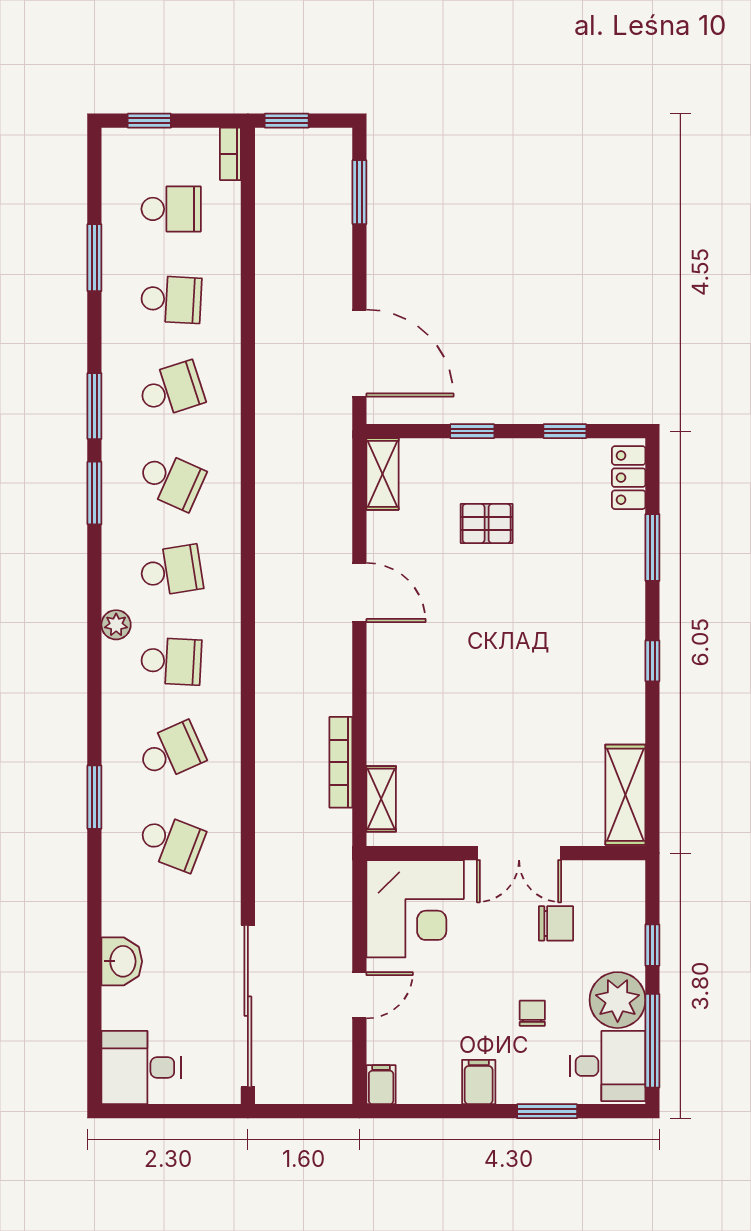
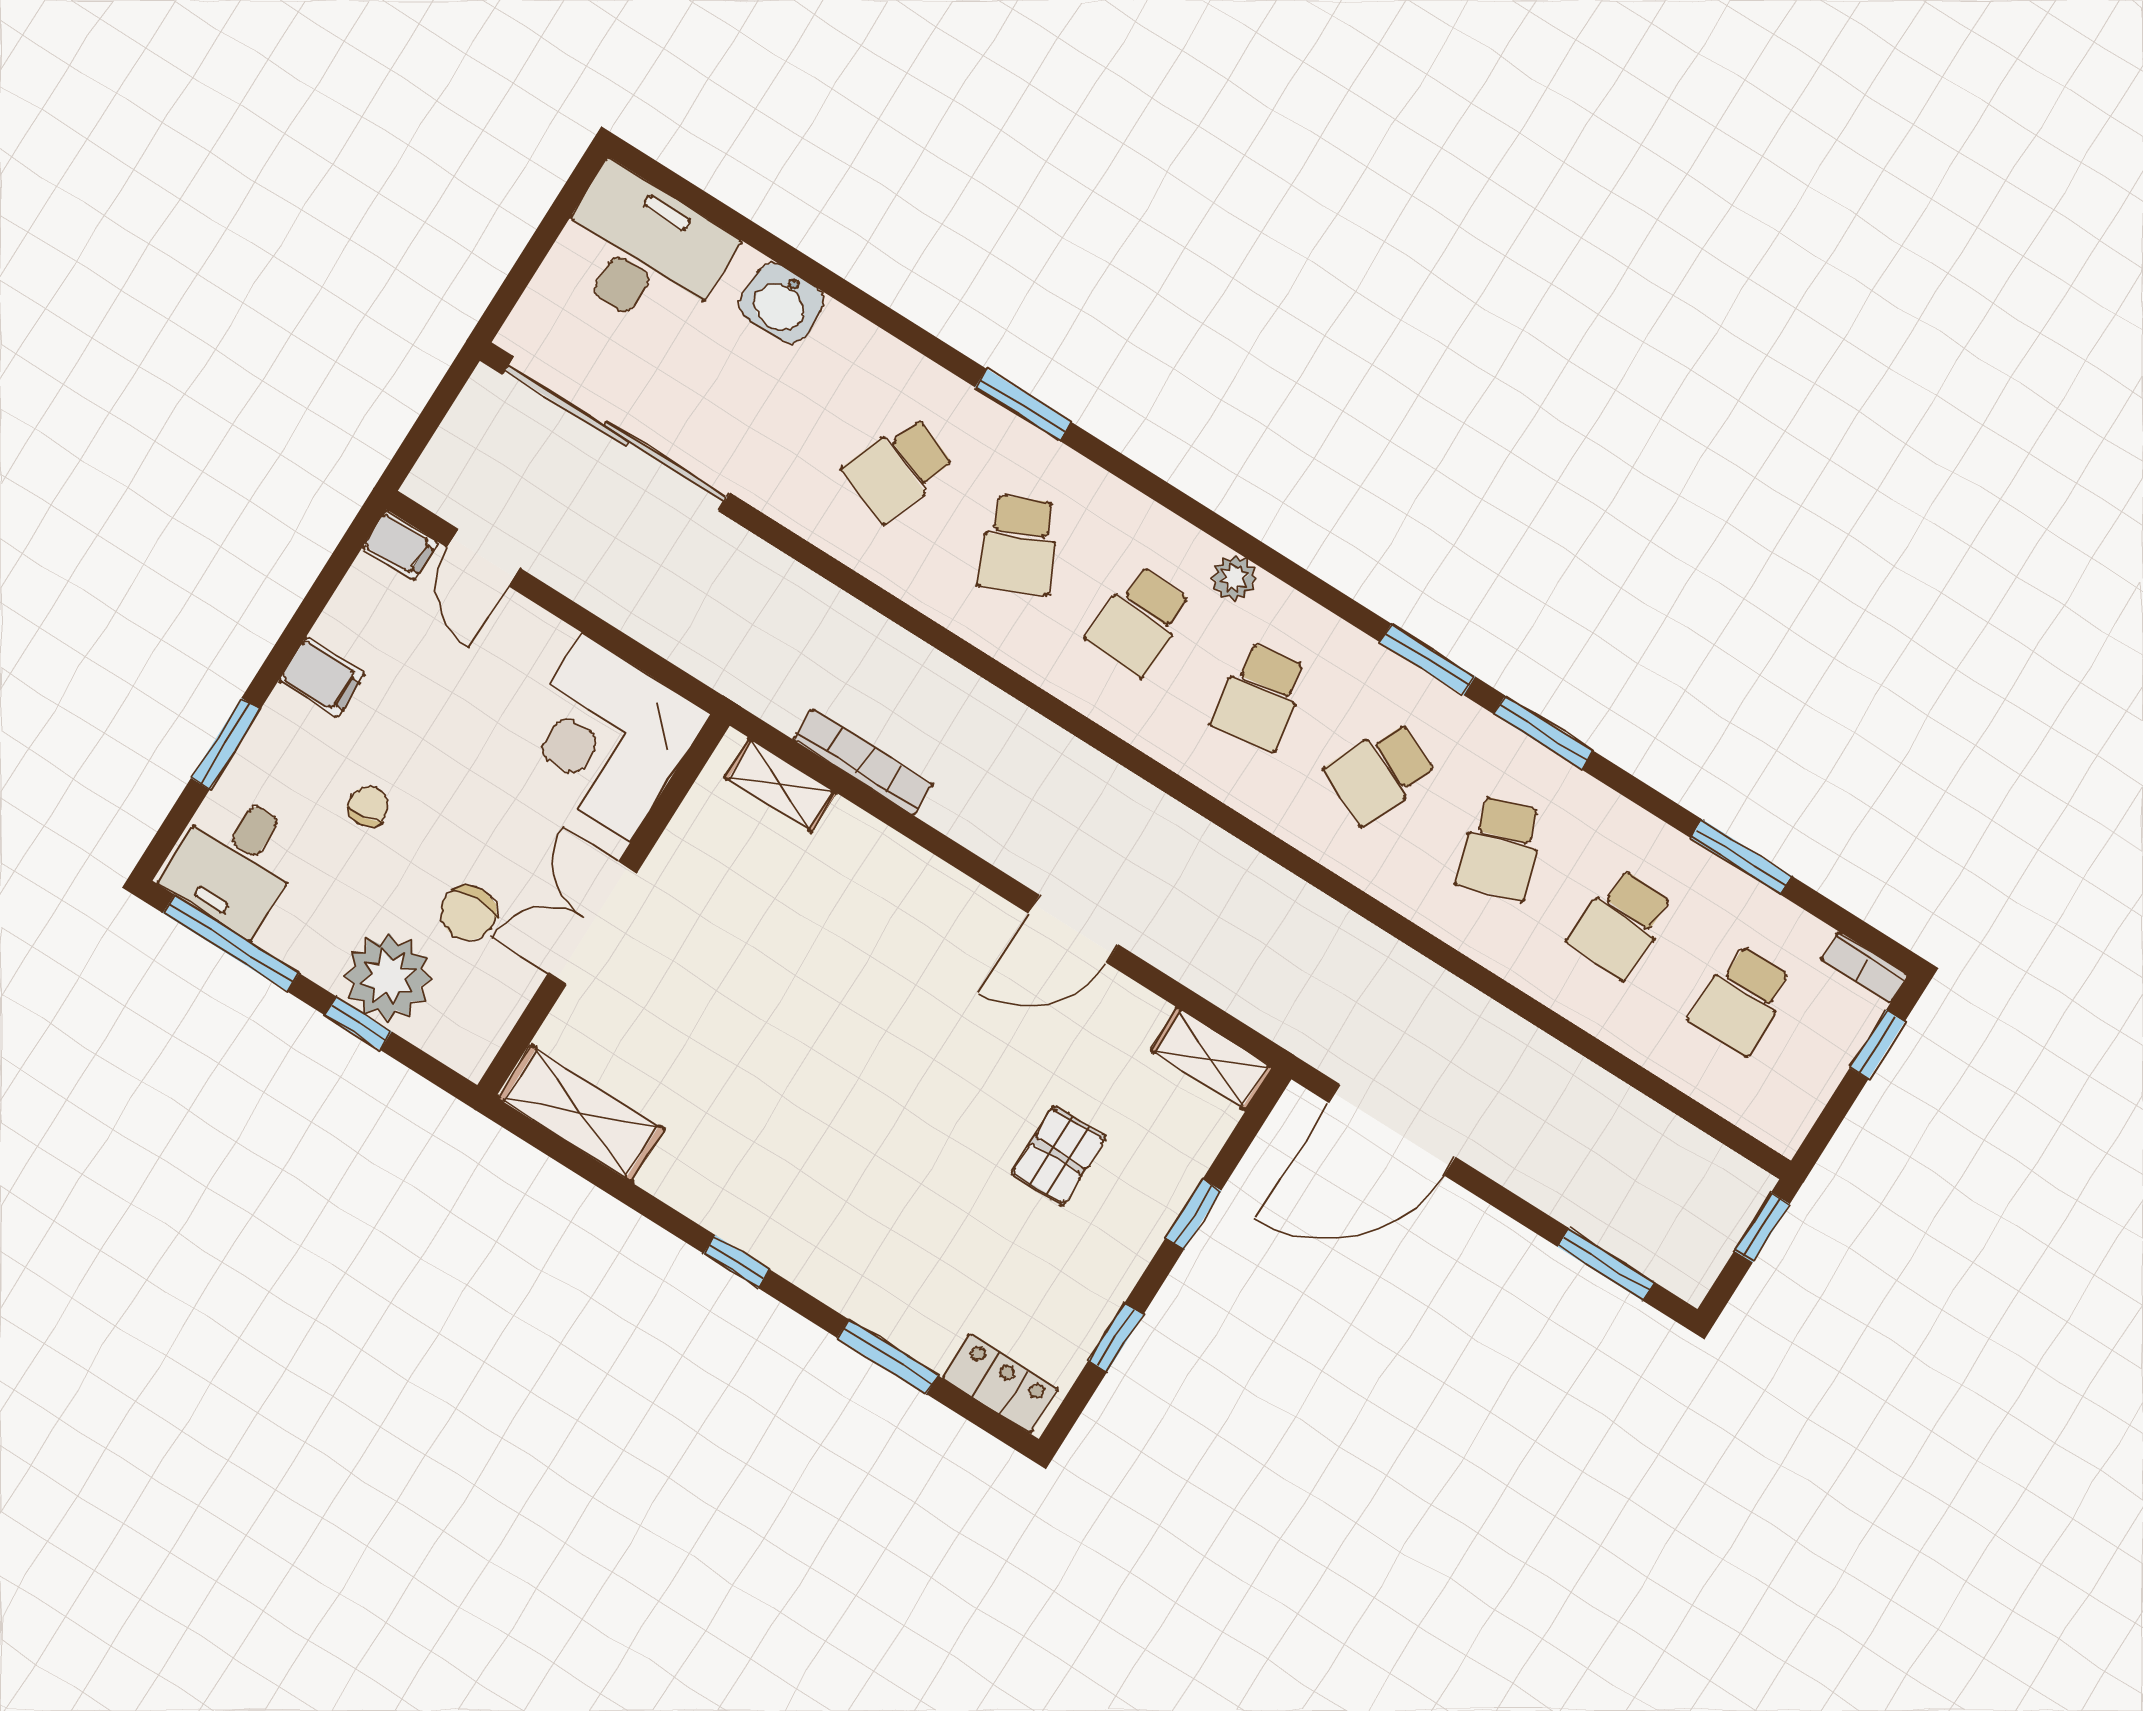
bookcase: (230, 154) -> (1864, 967), moved, turned 180
door: (359, 995) -> (483, 558), moved
plant: (618, 1000) -> (388, 977), moved
chair: (532, 1013) -> (368, 806), turned -98
desk: (141, 1068) -> (642, 251), width x1.37

